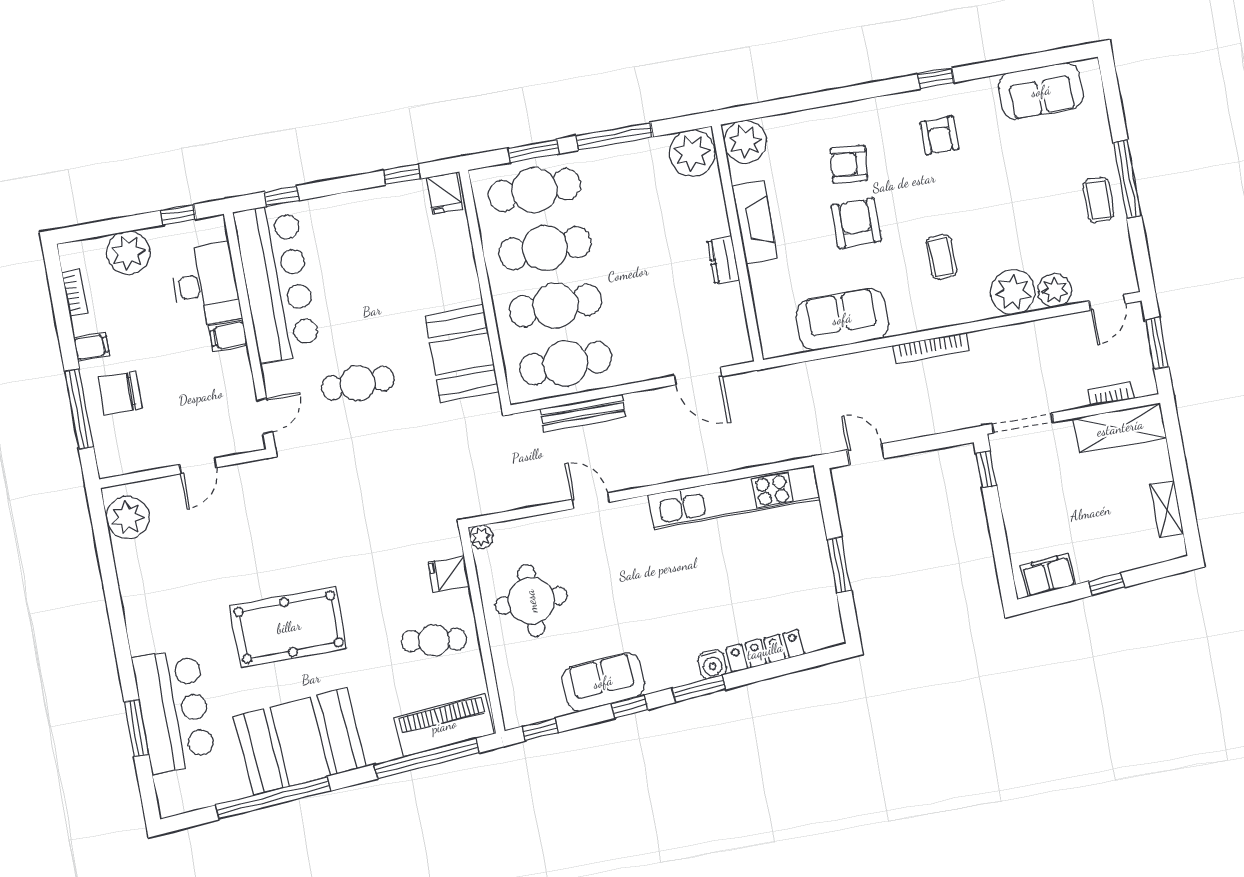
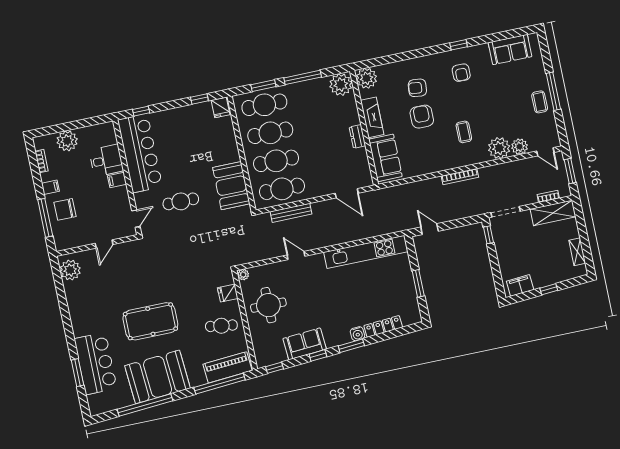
window: (179, 215) -> (91, 122), removed
desk: (205, 284) -> (106, 160), width x0.73
door: (1107, 302) -> (545, 152), hinge flipped
sofa: (842, 319) -> (385, 158), moved, turned 90

